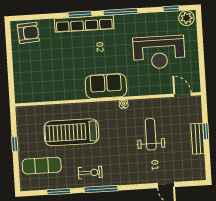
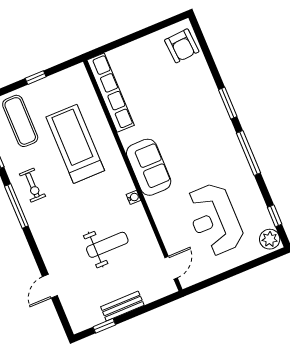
row of seats: (84, 24) -> (111, 93), moved, turned 180
window: (206, 131) -> (104, 326), moved

